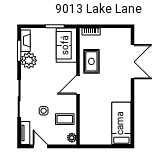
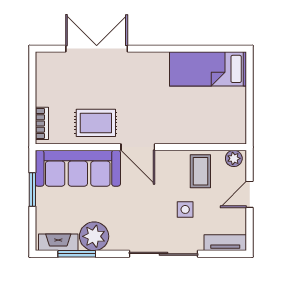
sofa: (66, 45) -> (78, 168), width x1.36
door: (40, 146) -> (250, 194), moved

